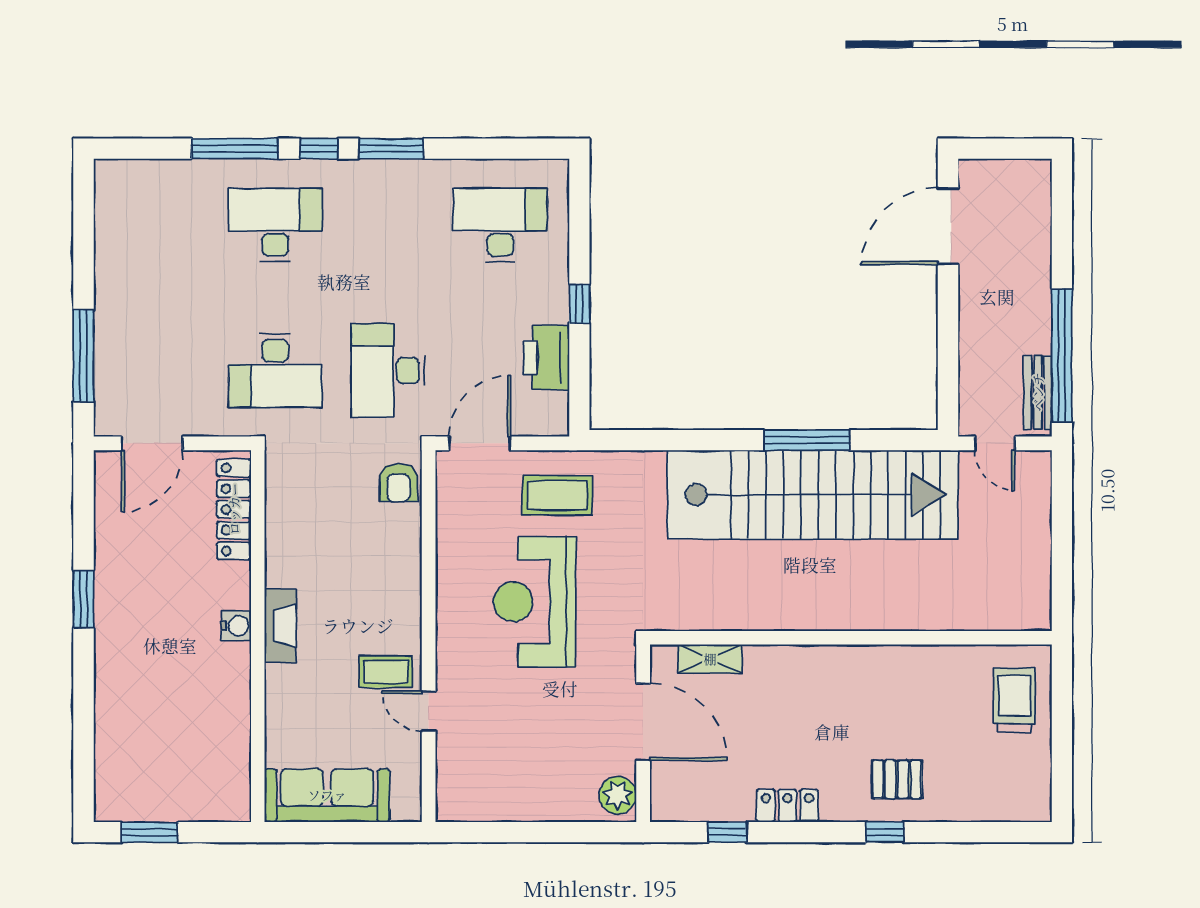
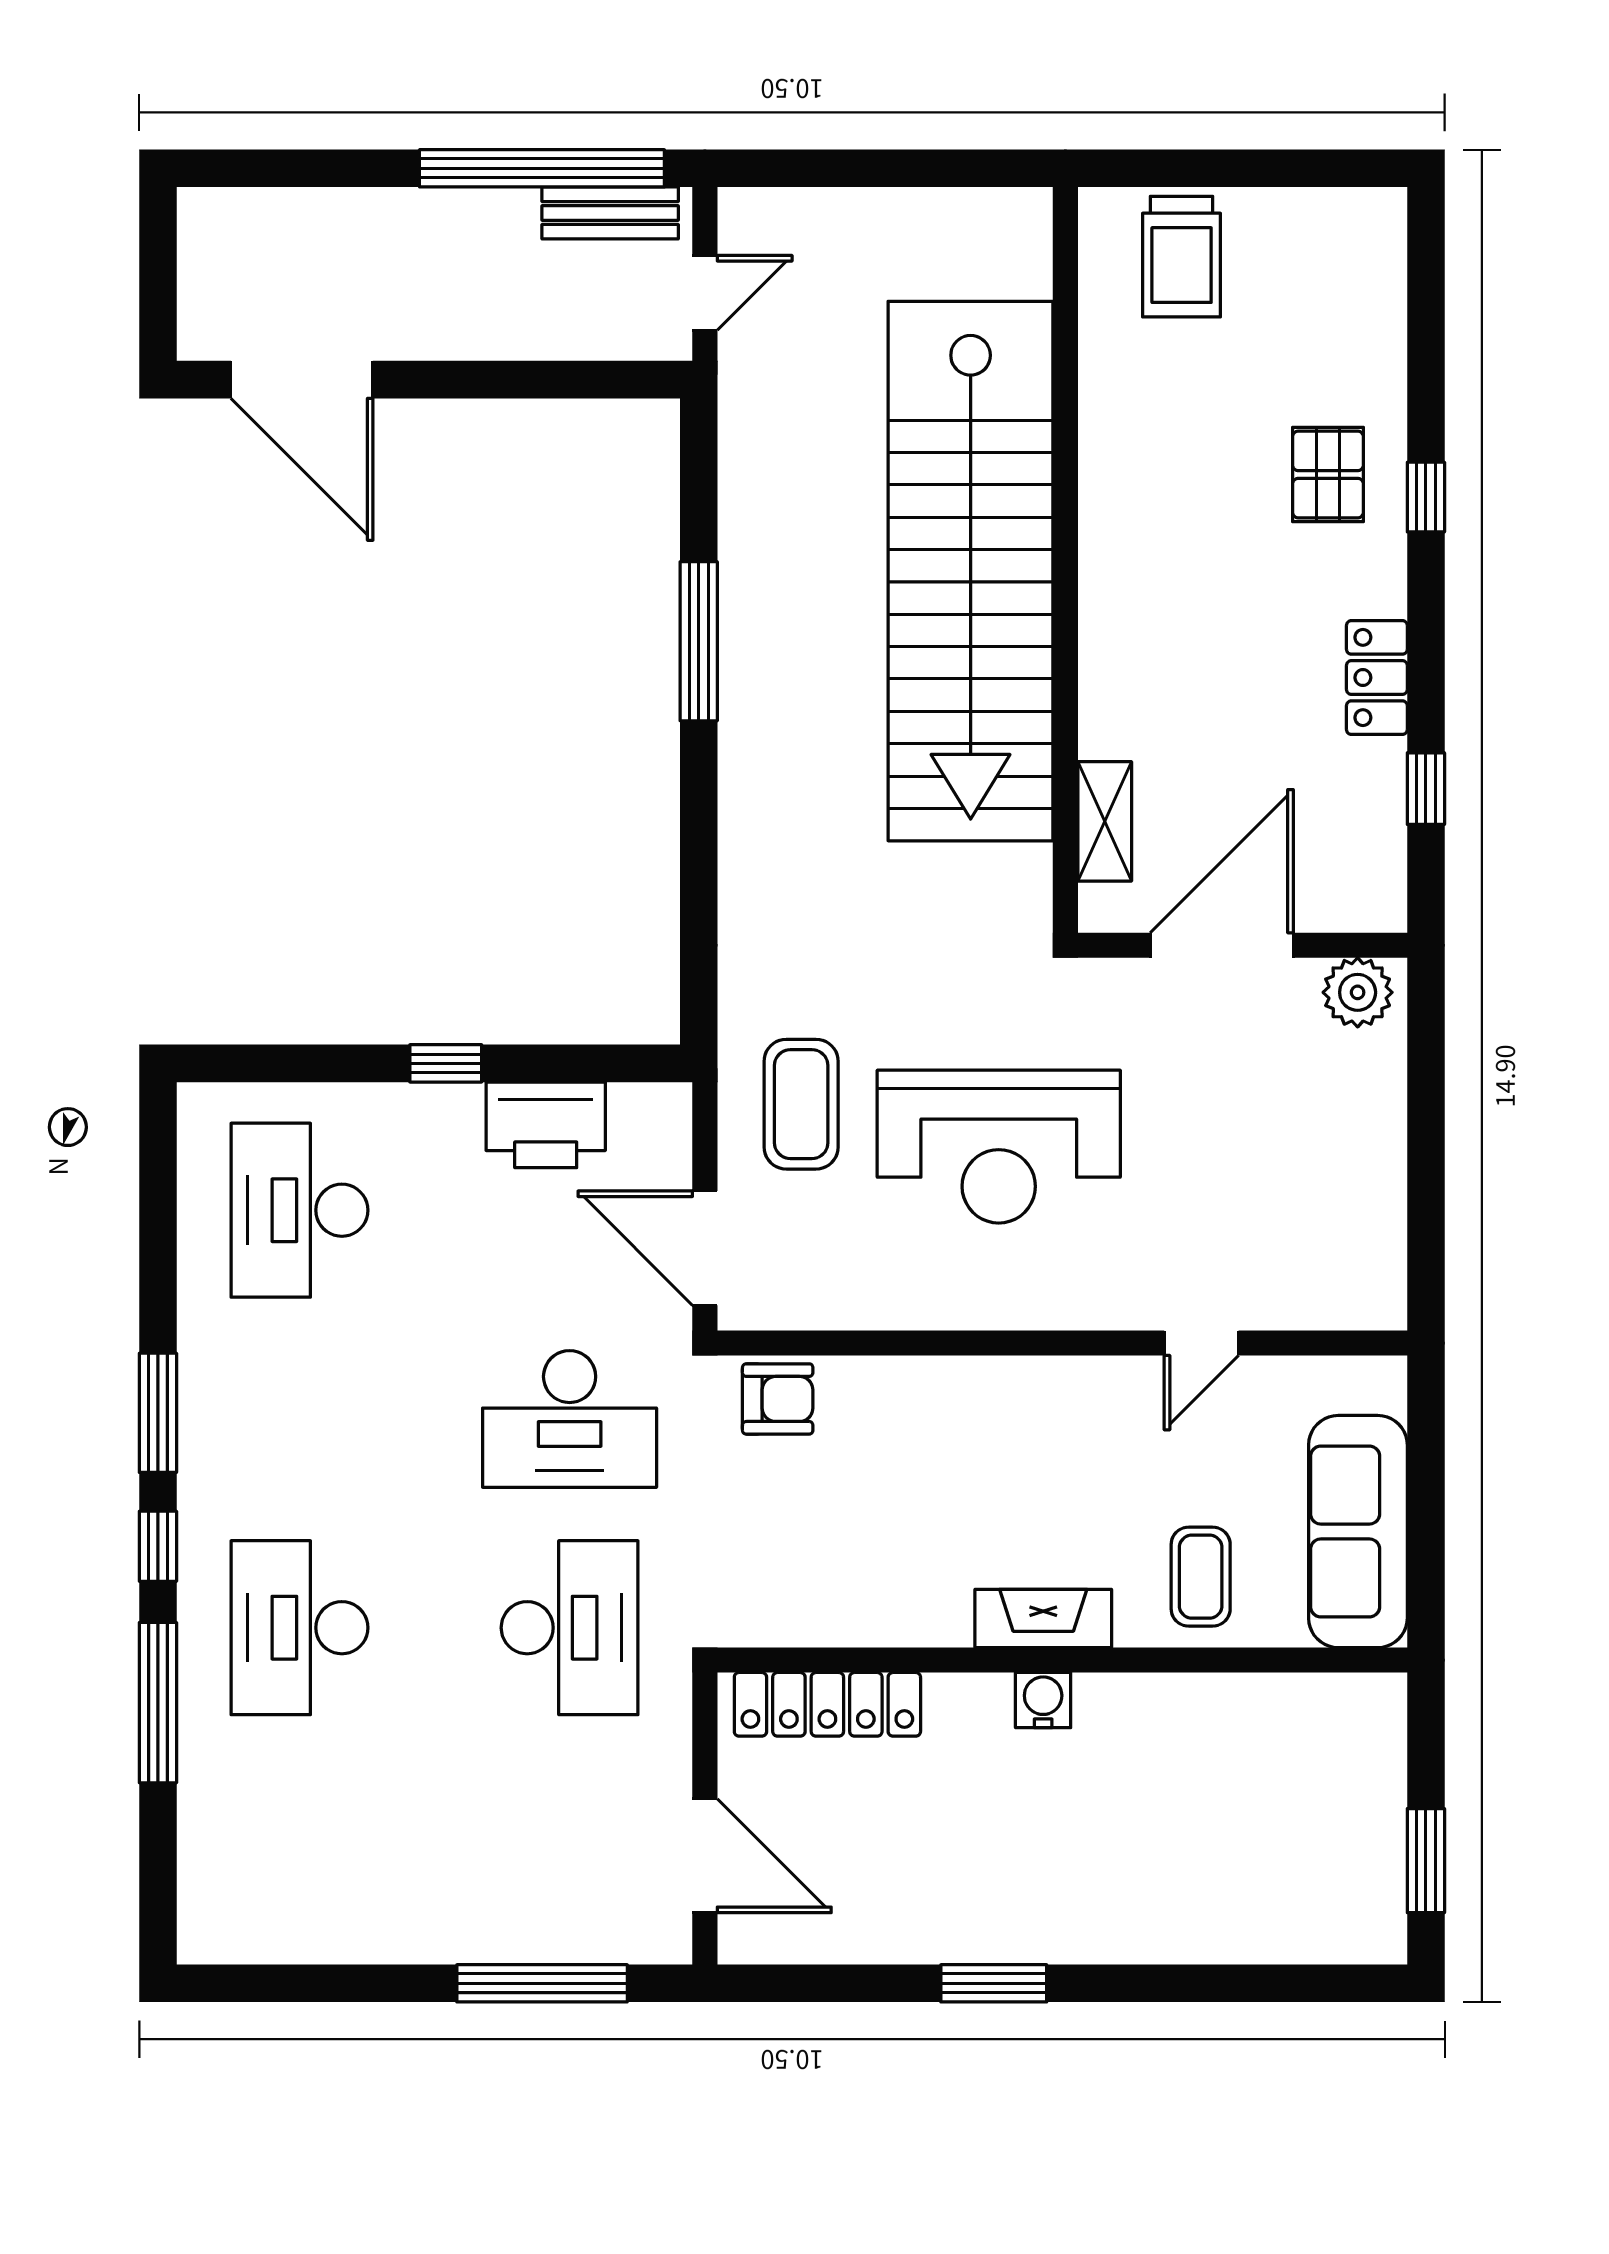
stairs: (813, 495) -> (971, 571), moved, turned 180
coffee table: (386, 672) -> (1201, 1577), moved
trolley: (1014, 700) -> (1182, 257), turned -90

